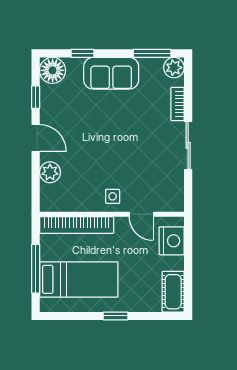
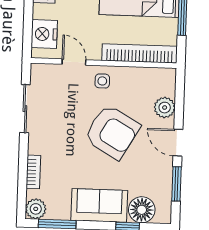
floor lamp: (53, 70) -> (142, 210), moved
window: (36, 97) -> (176, 184), width x1.50
sliding door: (188, 145) -> (25, 109), moved
armchair: (101, 146) -> (112, 132), added

